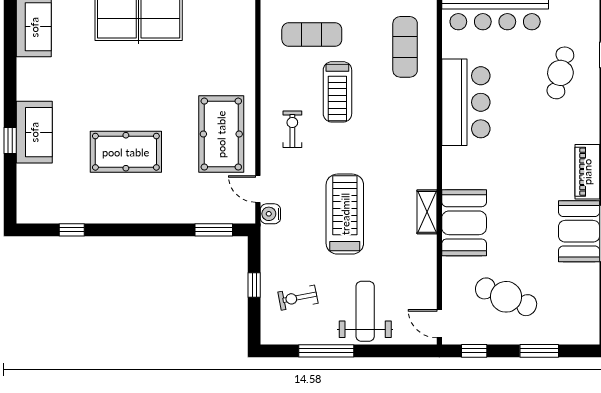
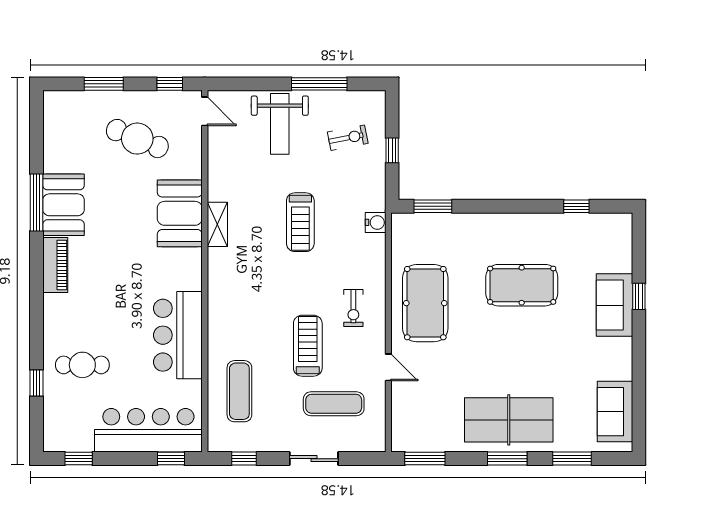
cafe table: (560, 73) -> (82, 365), turned 76
door: (258, 189) -> (388, 367), moved
treadmill: (345, 214) -> (300, 222), width x0.73, depth x0.73

